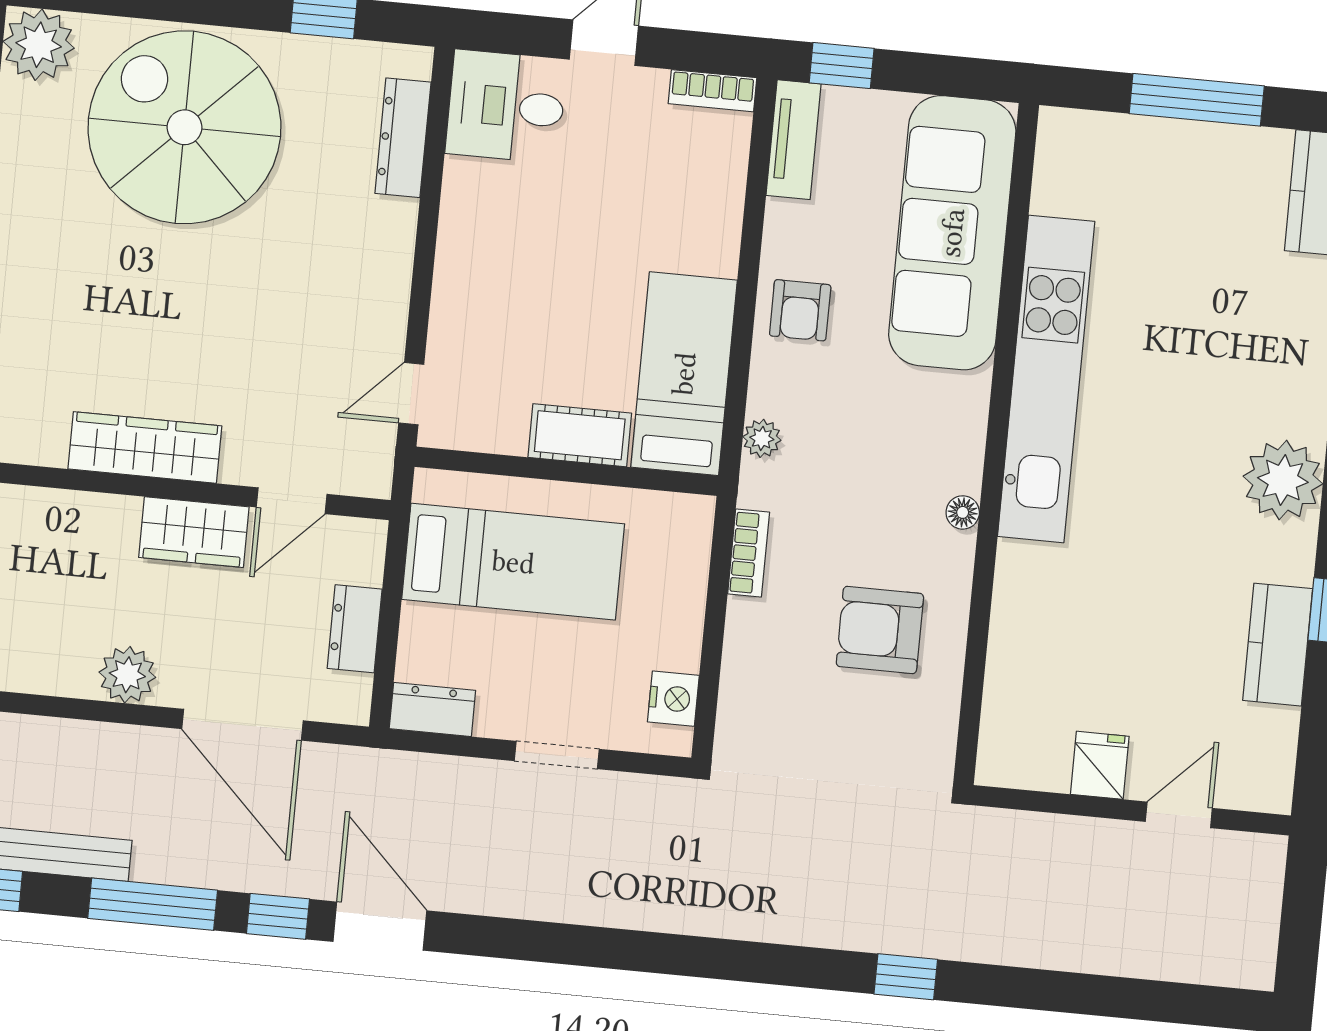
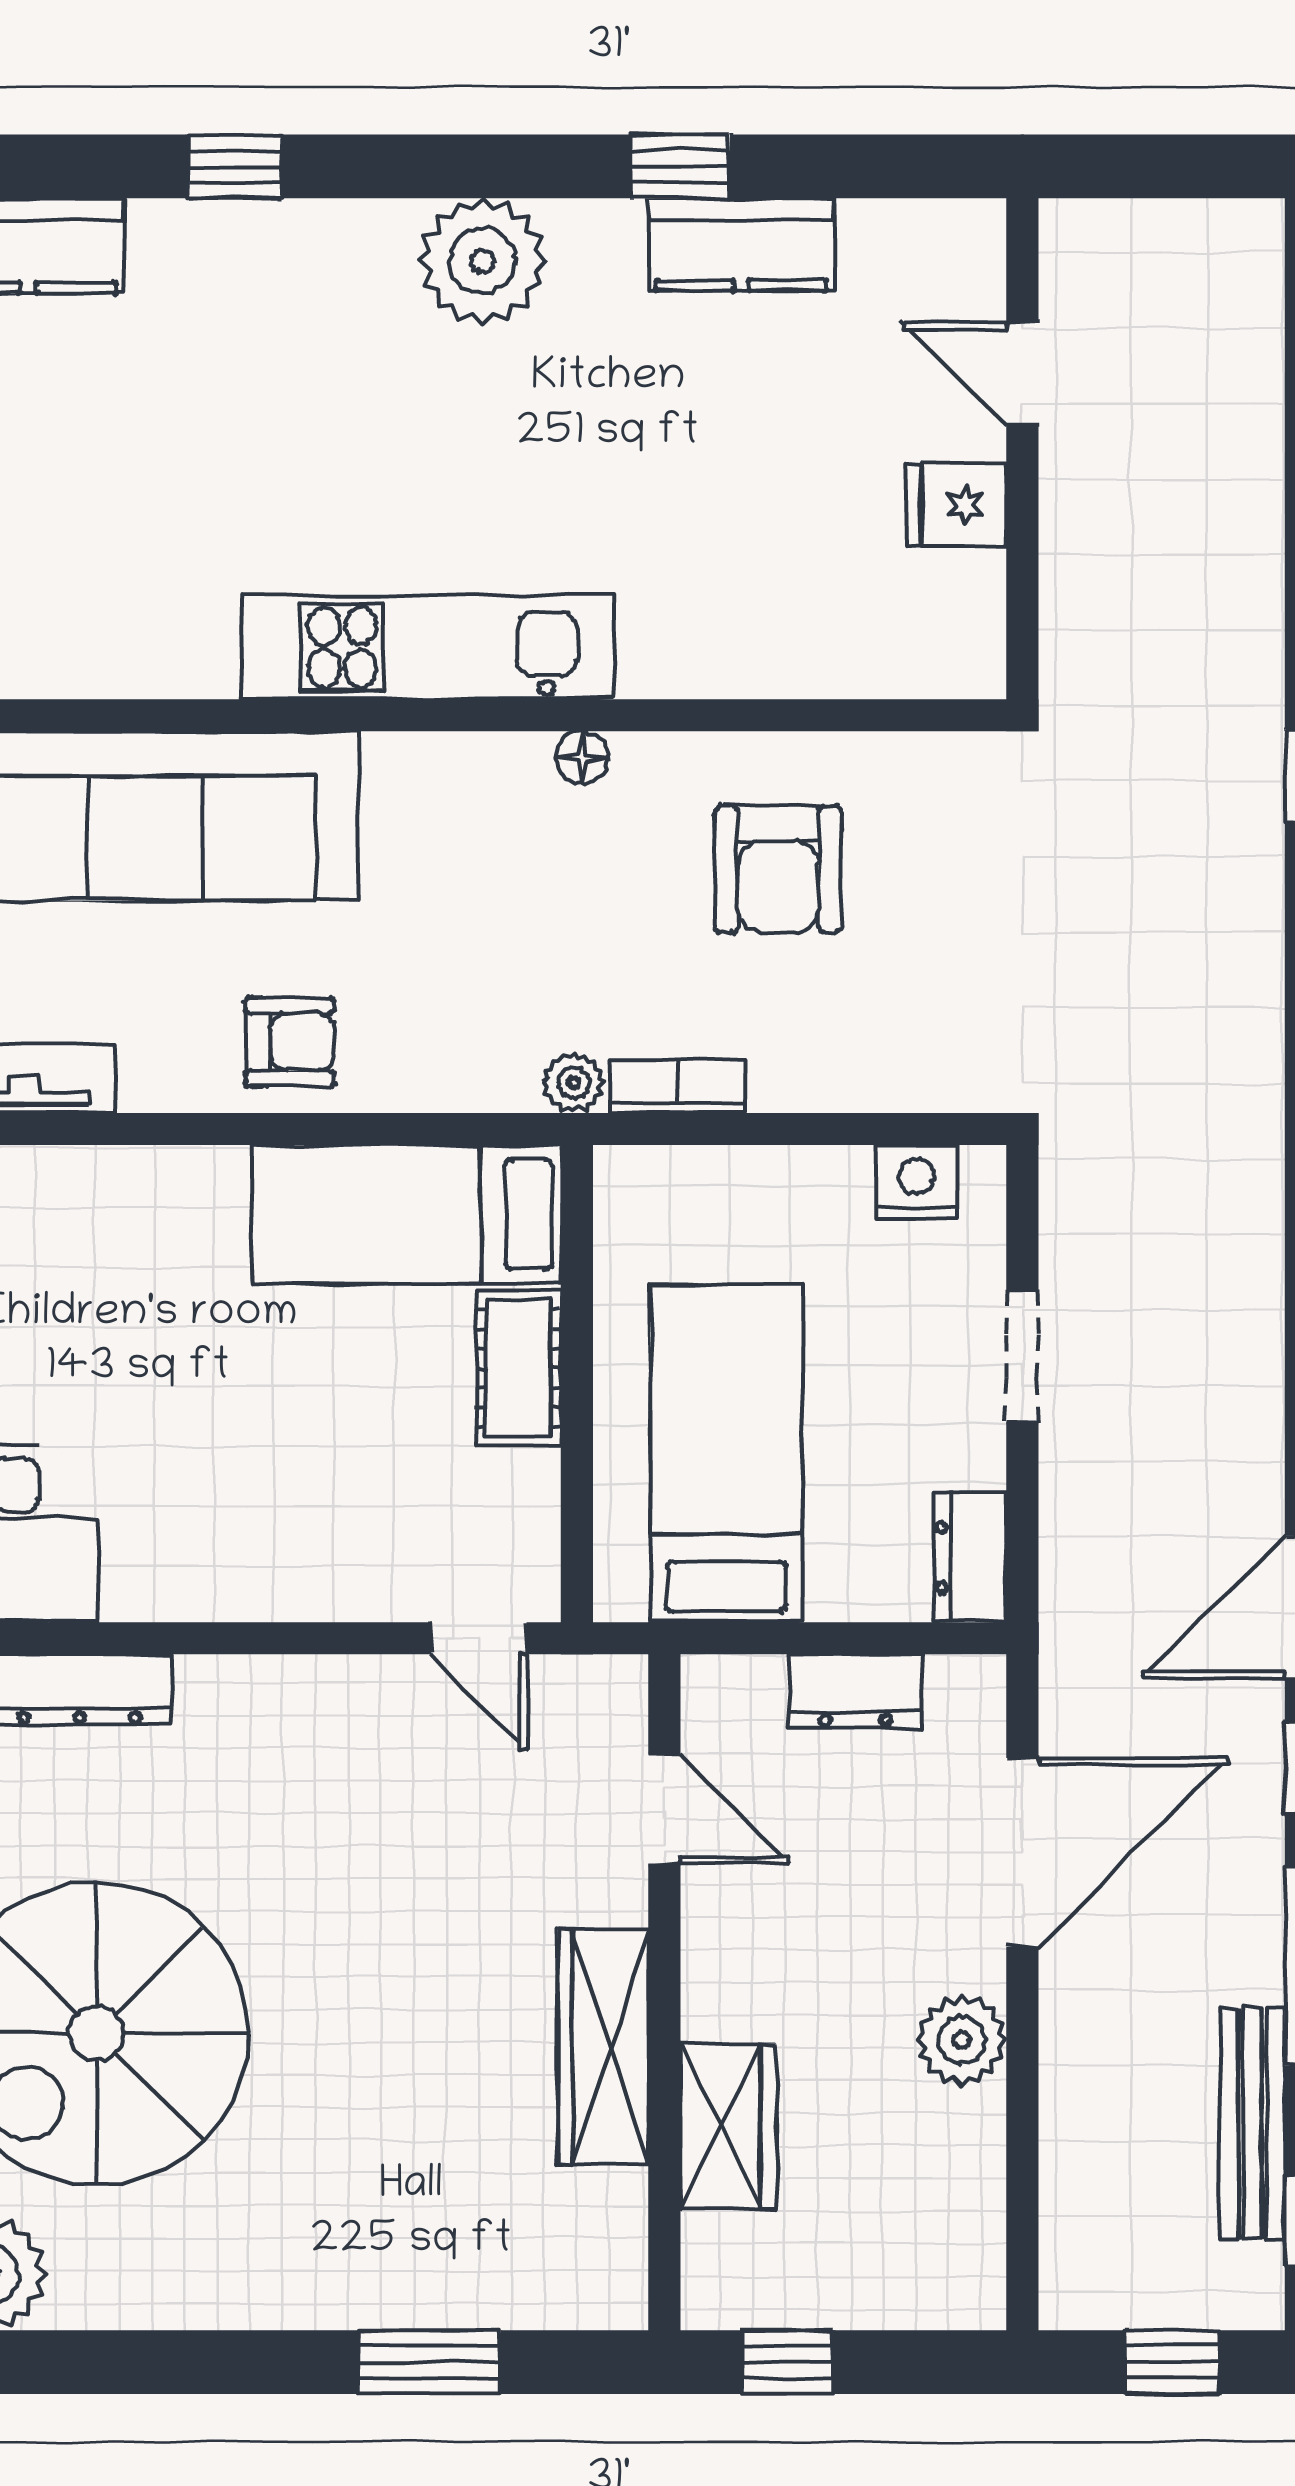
kitchen unit: (1046, 379) -> (428, 647), width x0.73
plant: (762, 438) -> (574, 1083), moved
wardrobe: (194, 532) -> (728, 2127), moved

